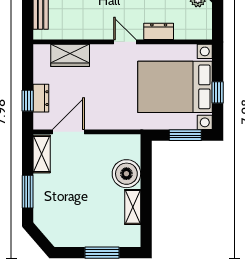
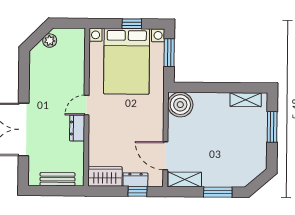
dresser: (159, 31) -> (77, 128), moved
wardrobe: (70, 55) -> (105, 176), moved, turned -90
boiler: (126, 174) -> (180, 105), moved
shelving: (133, 207) -> (246, 100), moved

